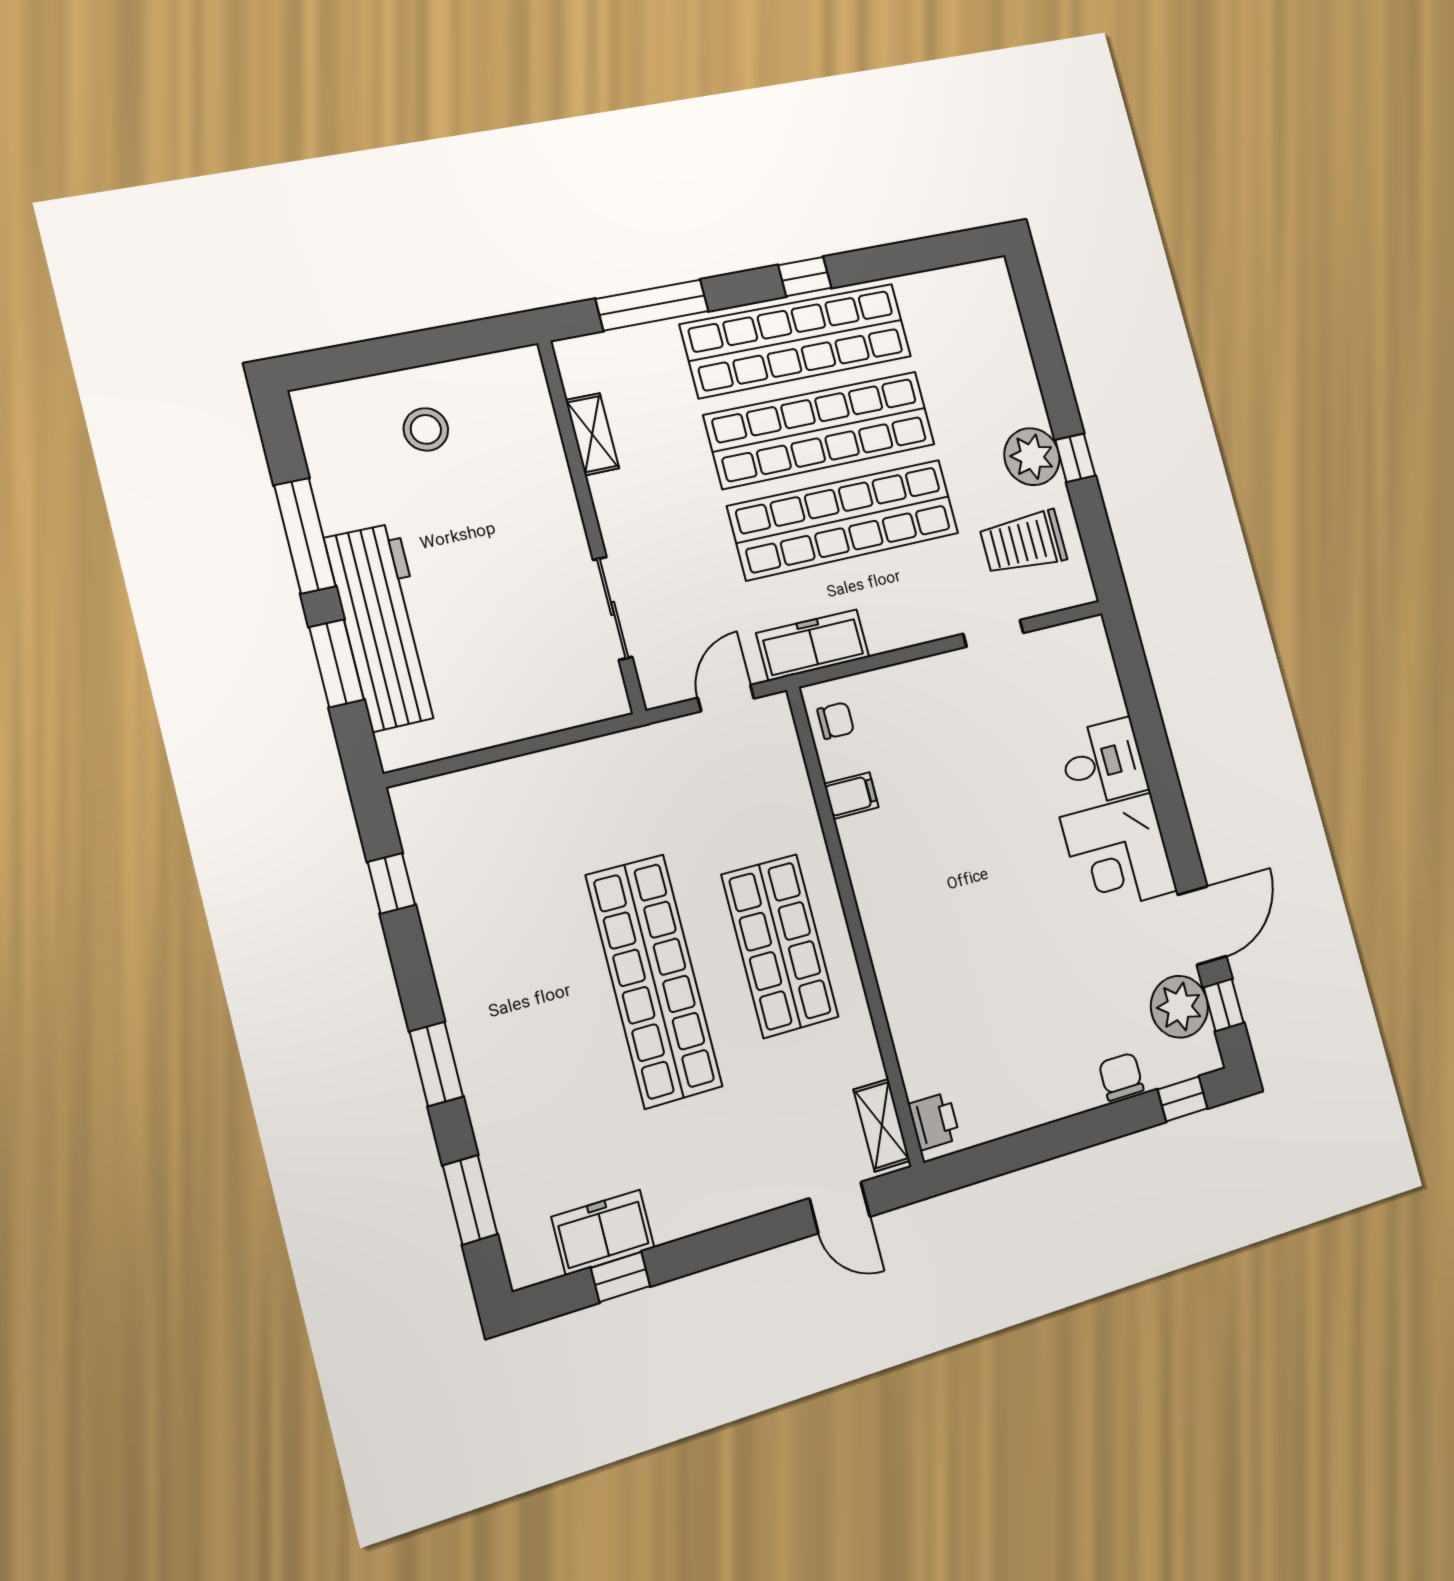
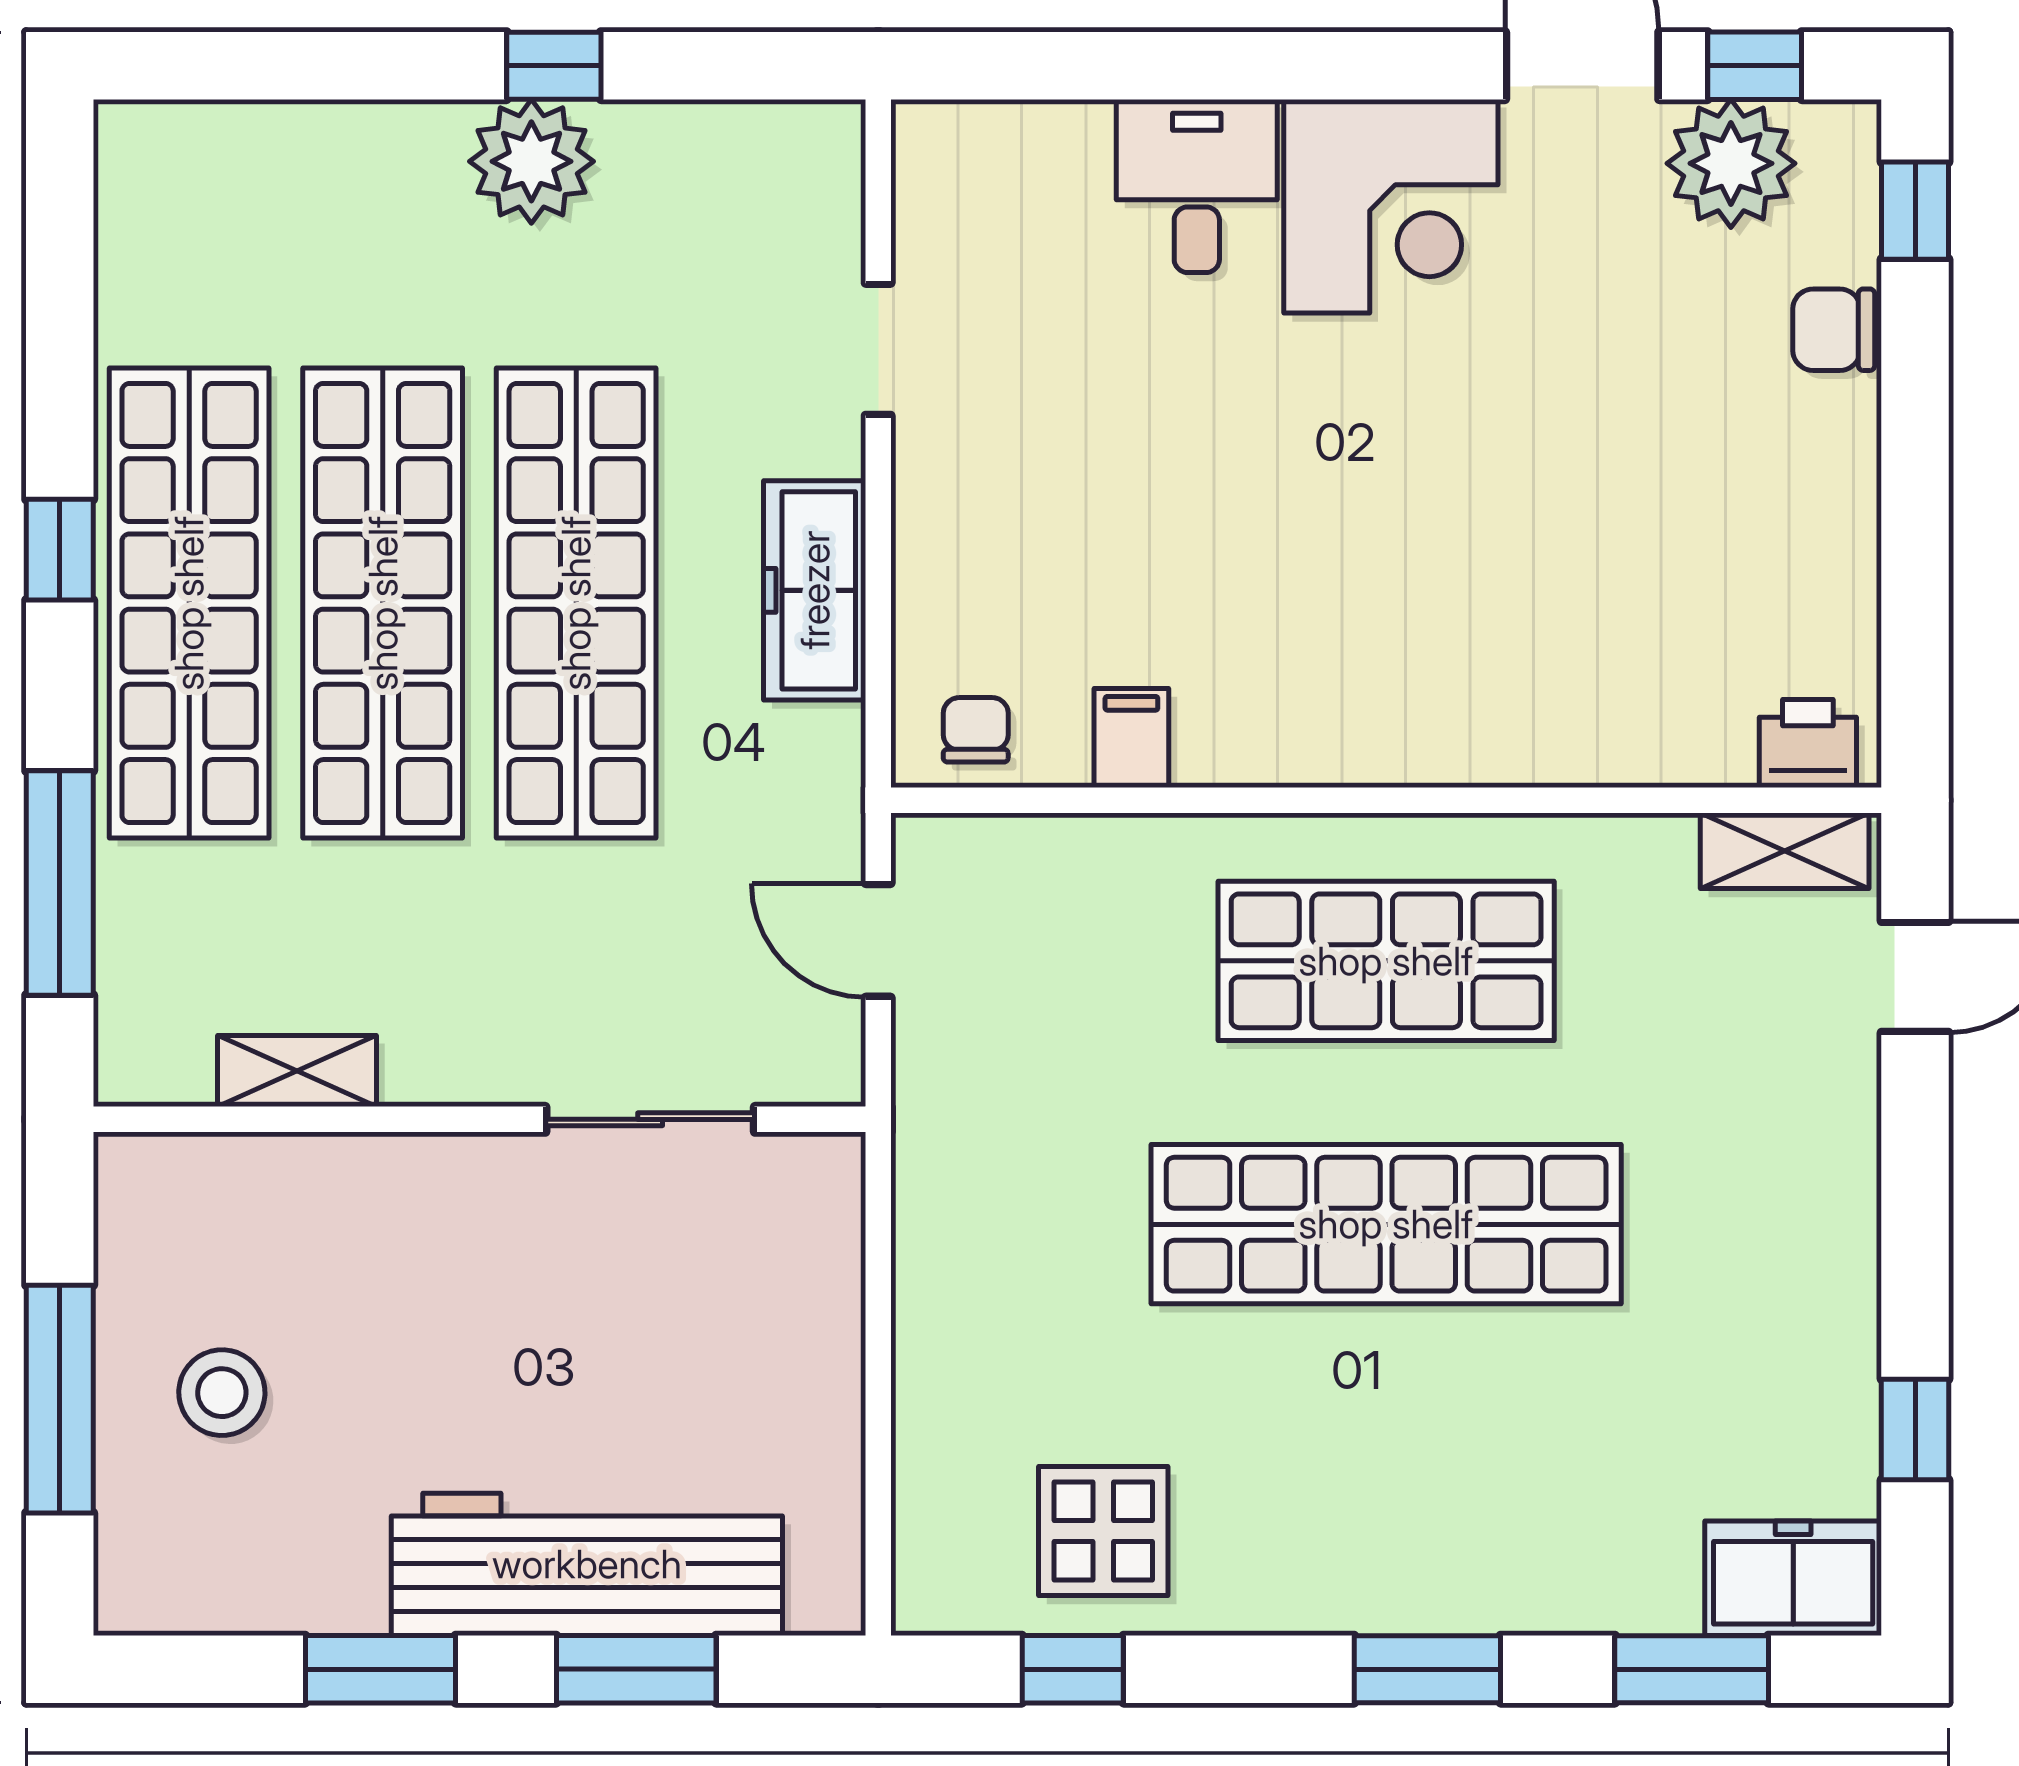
window: (403, 351) -> (60, 1399), added
window: (305, 536) -> (380, 1669), width x0.69
trolley: (1023, 542) -> (706, 231), removed
freezer: (813, 645) -> (815, 590), moved
display table: (466, 881) -> (1103, 1531), added
freezer: (603, 1232) -> (1793, 1578), moved, turned 90

